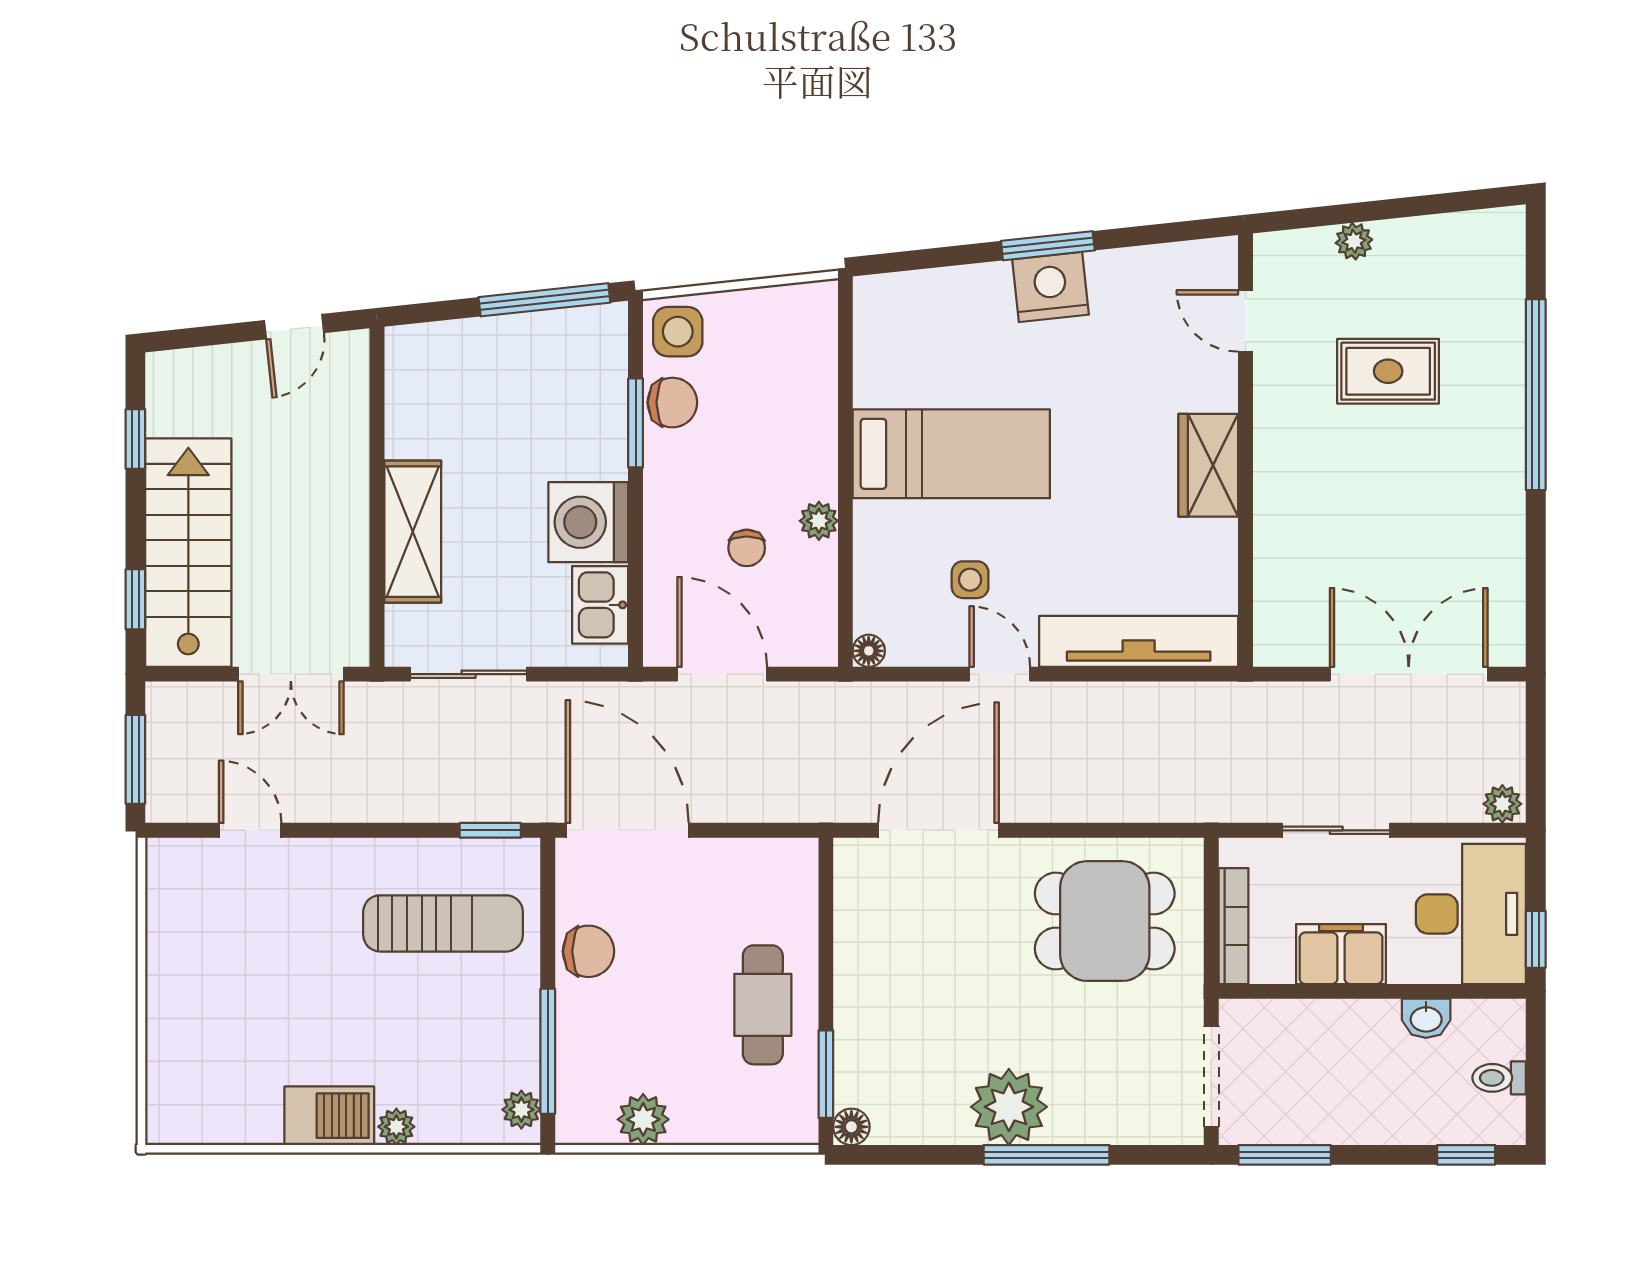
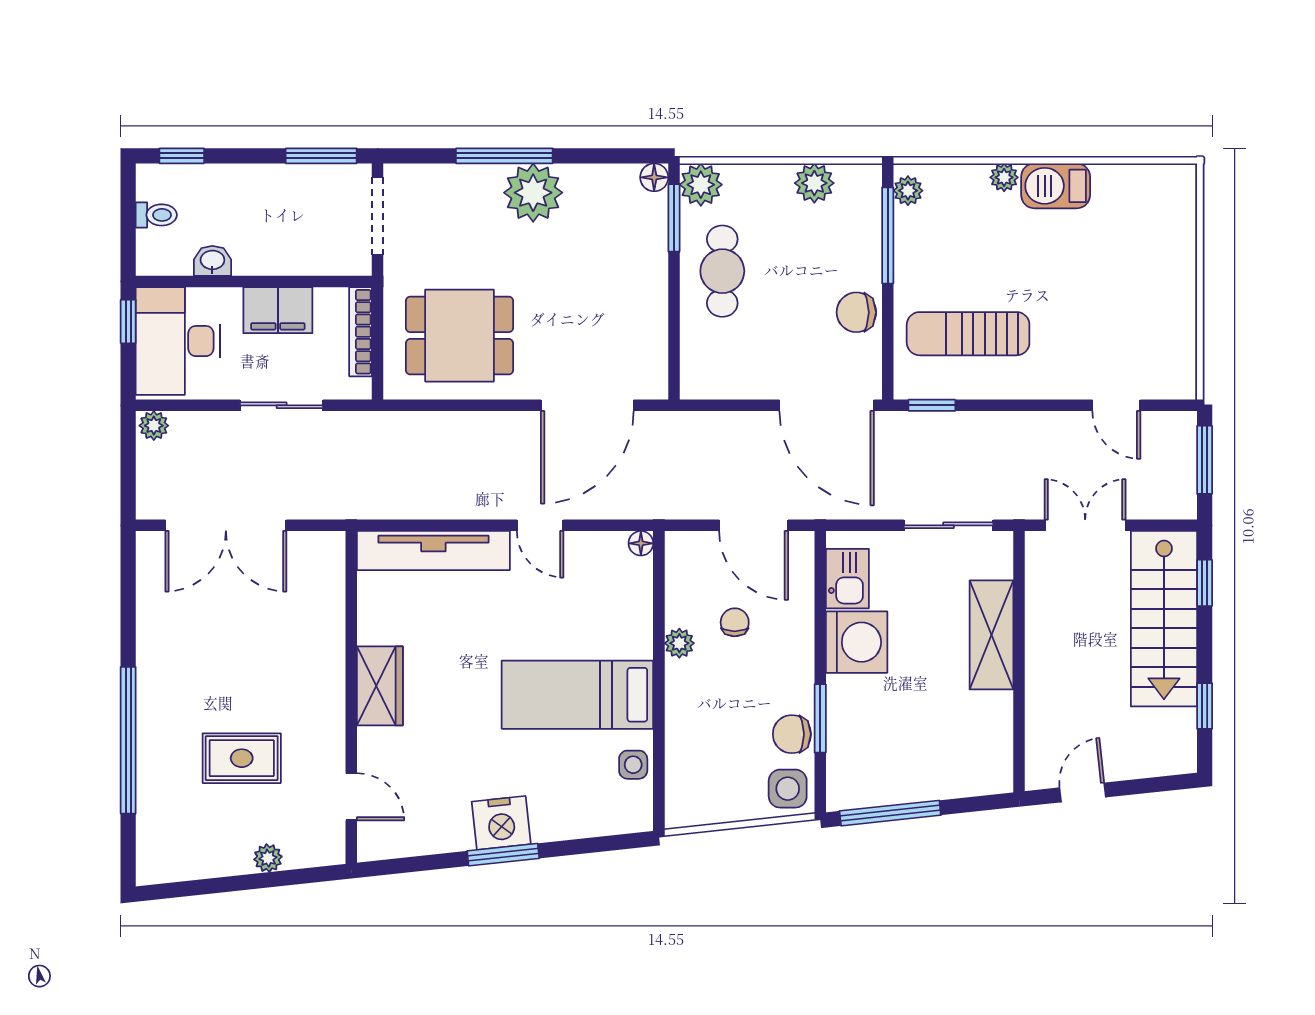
side table: (970, 580) -> (633, 765), moved
plant: (791, 1117) -> (701, 185), added

